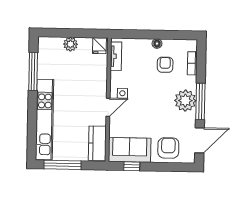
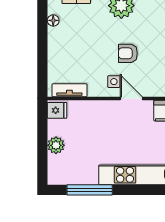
floor lamp: (157, 44) -> (53, 20), moved
armchair: (165, 65) -> (128, 53), moved

